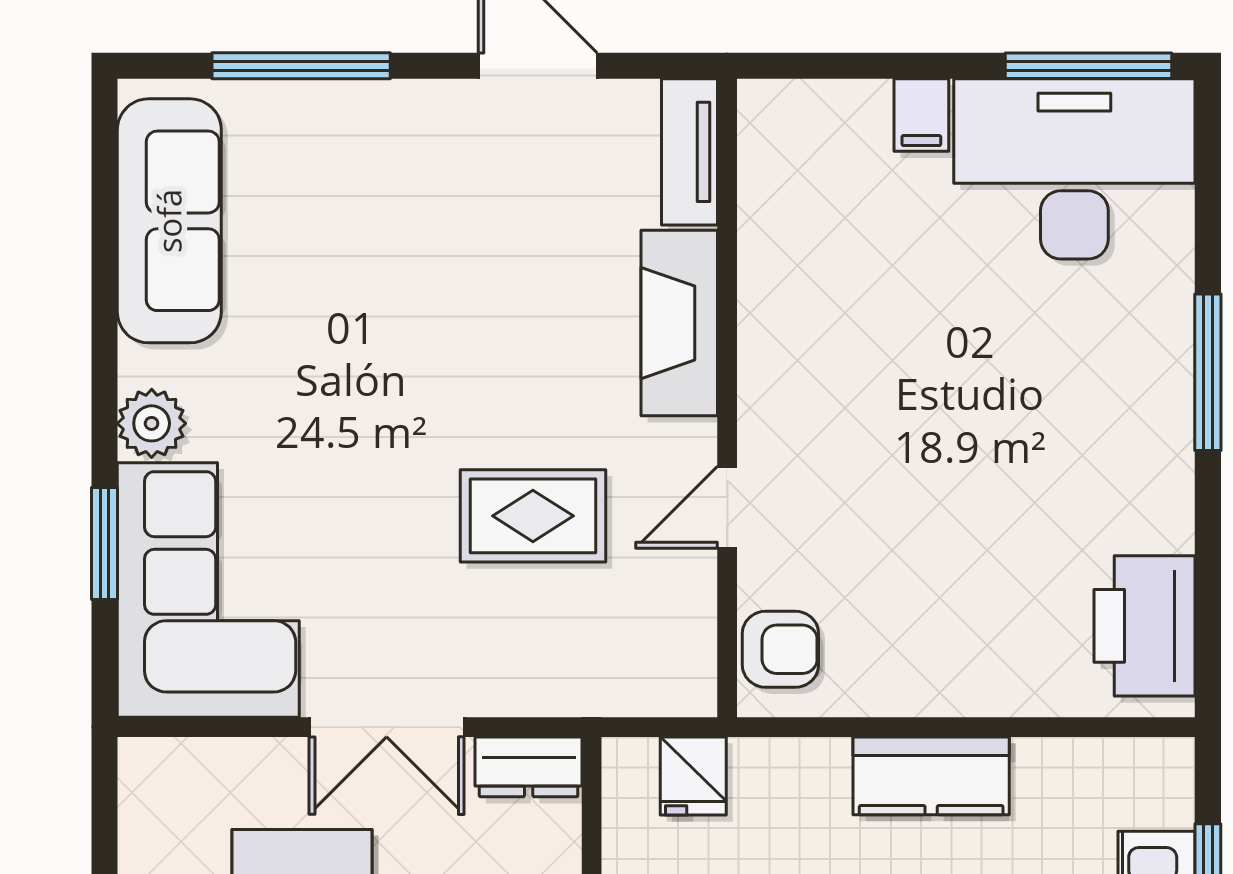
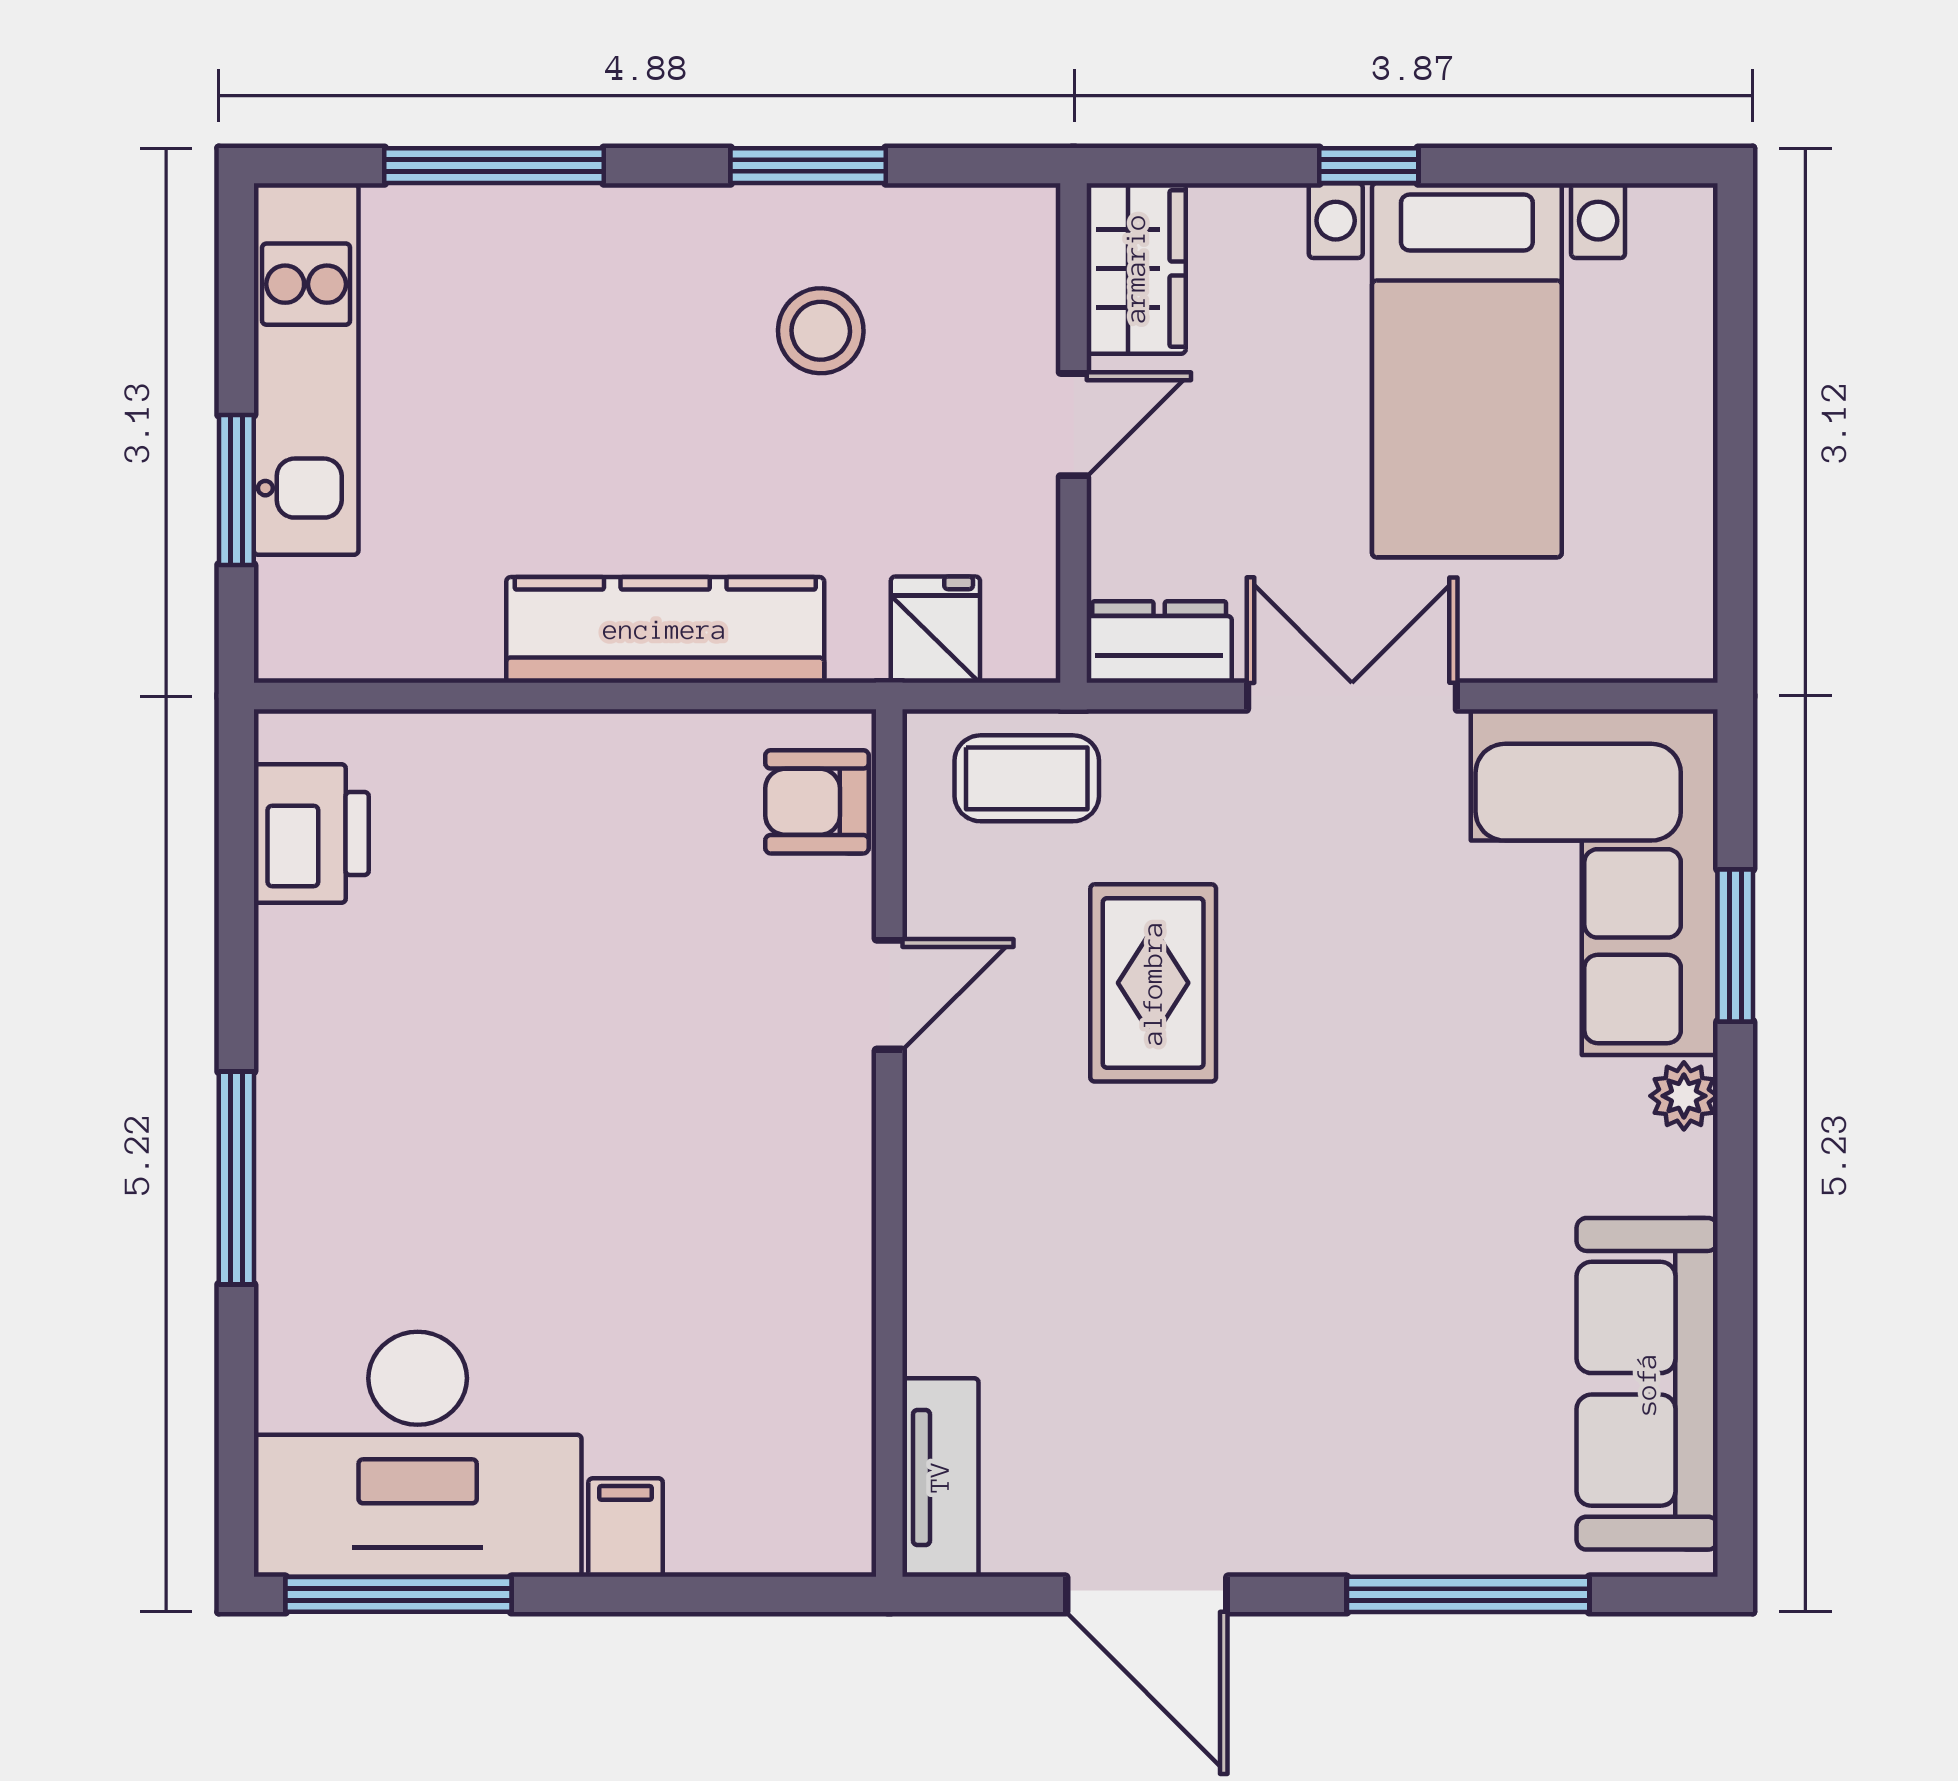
fireplace: (679, 323) -> (954, 1245), removed
plant: (152, 423) -> (1684, 1096), width x0.73, depth x0.73
rug: (533, 516) -> (1153, 983), turned 90
printer: (1145, 626) -> (311, 834), width x0.73, depth x0.84
coffee table: (626, 667) -> (1027, 778), added
kitchen counter: (931, 776) -> (665, 630), width x1.50

